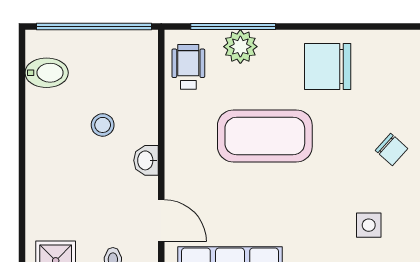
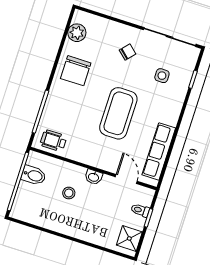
plant: (240, 47) -> (77, 33), moved
bidet: (47, 73) -> (34, 175), moved, turned 90
coffee table: (265, 136) -> (118, 113), moved
door: (161, 221) -> (126, 179), hinge flipped

